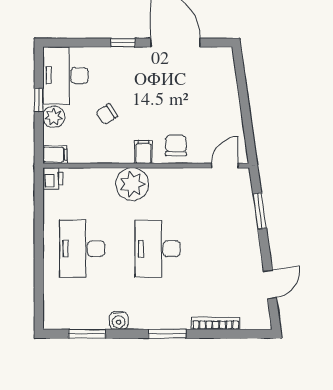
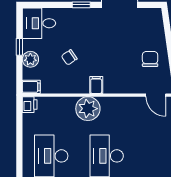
desk: (65, 76) -> (39, 23), width x0.73
chair: (176, 145) -> (150, 59), moved
door: (225, 166) -> (156, 95), swing flipped

